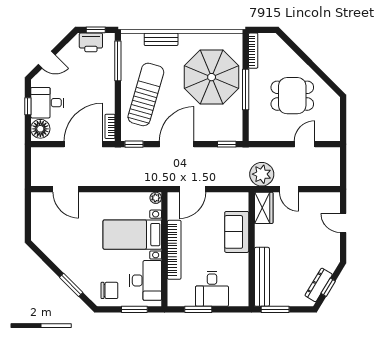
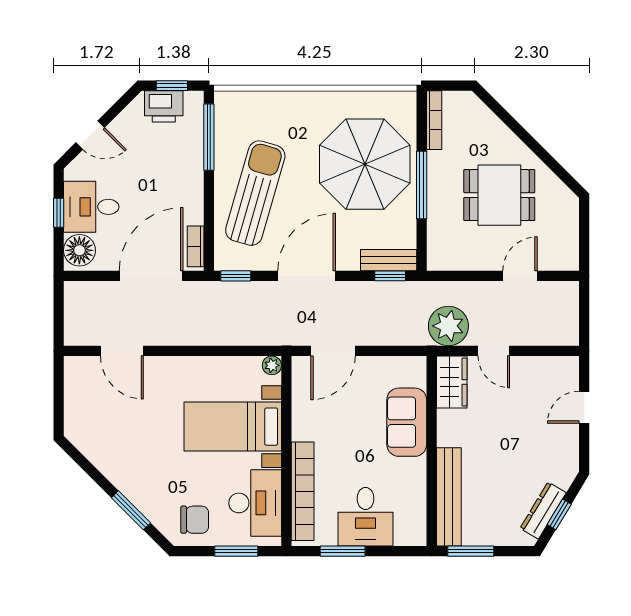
bench: (161, 39) -> (389, 260), moved
door: (343, 223) -> (584, 407), hinge flipped
bookcase: (174, 250) -> (303, 491), moved

